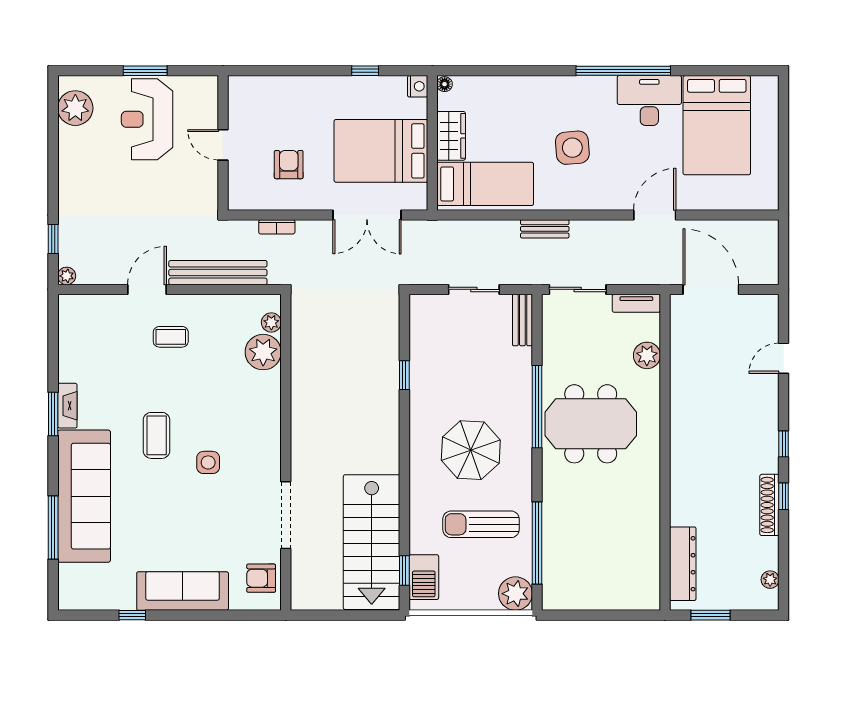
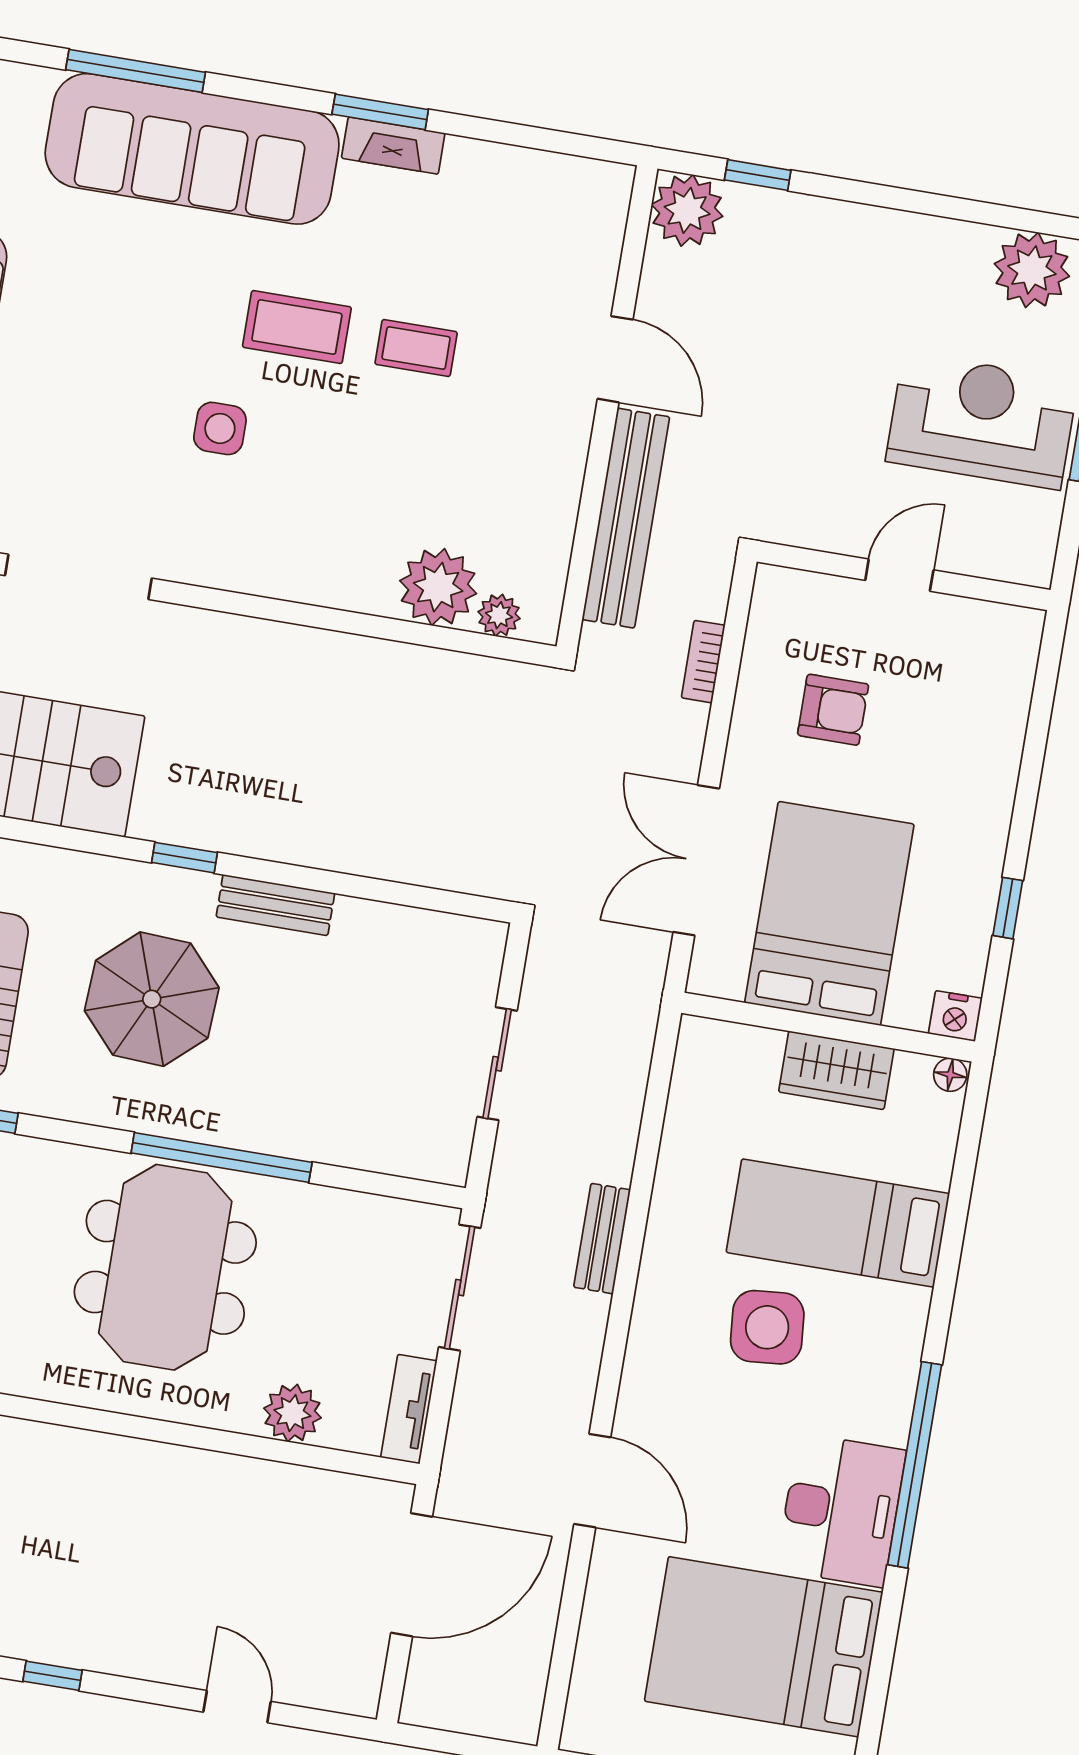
bed: (485, 184) -> (838, 1223), moved, turned 90
plant: (67, 276) -> (687, 210), width x1.87, depth x1.87
bench: (522, 320) -> (275, 905), moved
coffee table: (171, 337) -> (416, 348), moved, turned 90
window: (404, 375) -> (184, 858), moved

